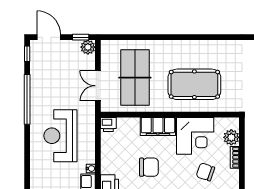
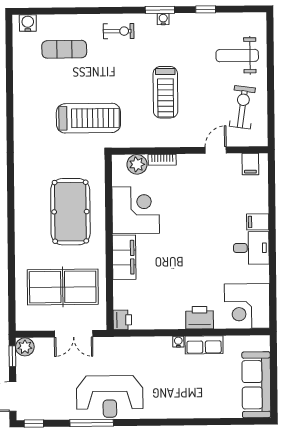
window: (27, 99) -> (92, 423), width x0.68
reception desk: (60, 136) -> (110, 397), moved
chair: (149, 167) -> (176, 268), removed
chair: (205, 172) -> (181, 197), removed

